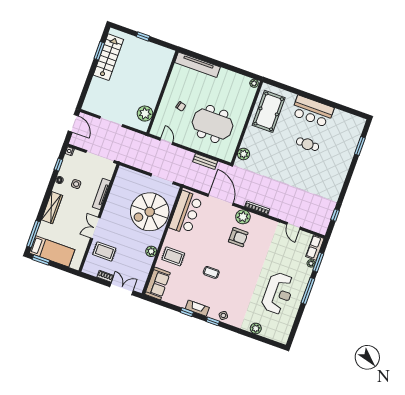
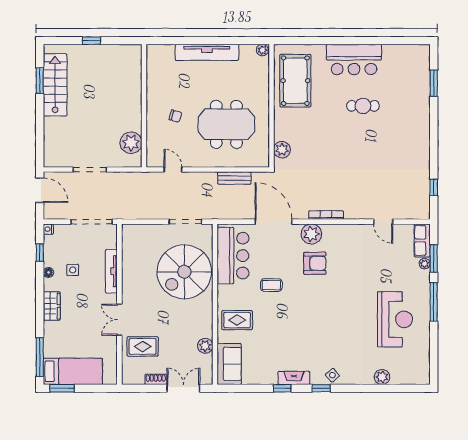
tv unit: (198, 65) -> (207, 52), moved
wardrobe: (52, 208) -> (52, 306), width x0.67
plant: (151, 251) -> (205, 346), moved
coffee table: (211, 272) -> (271, 285), moved

